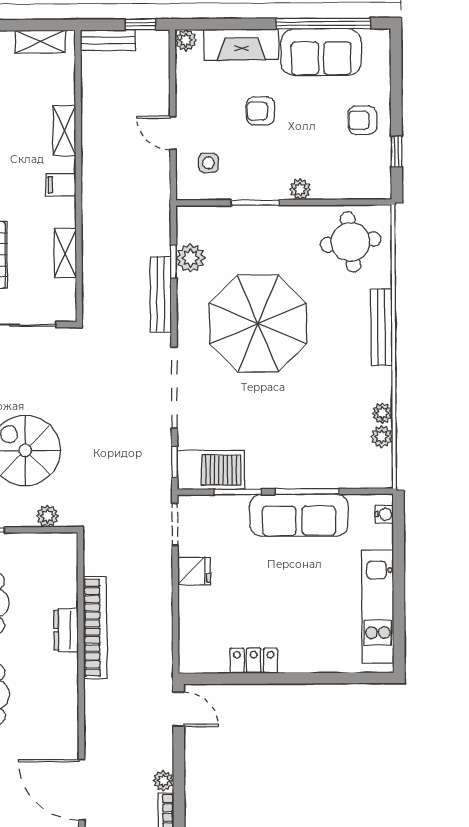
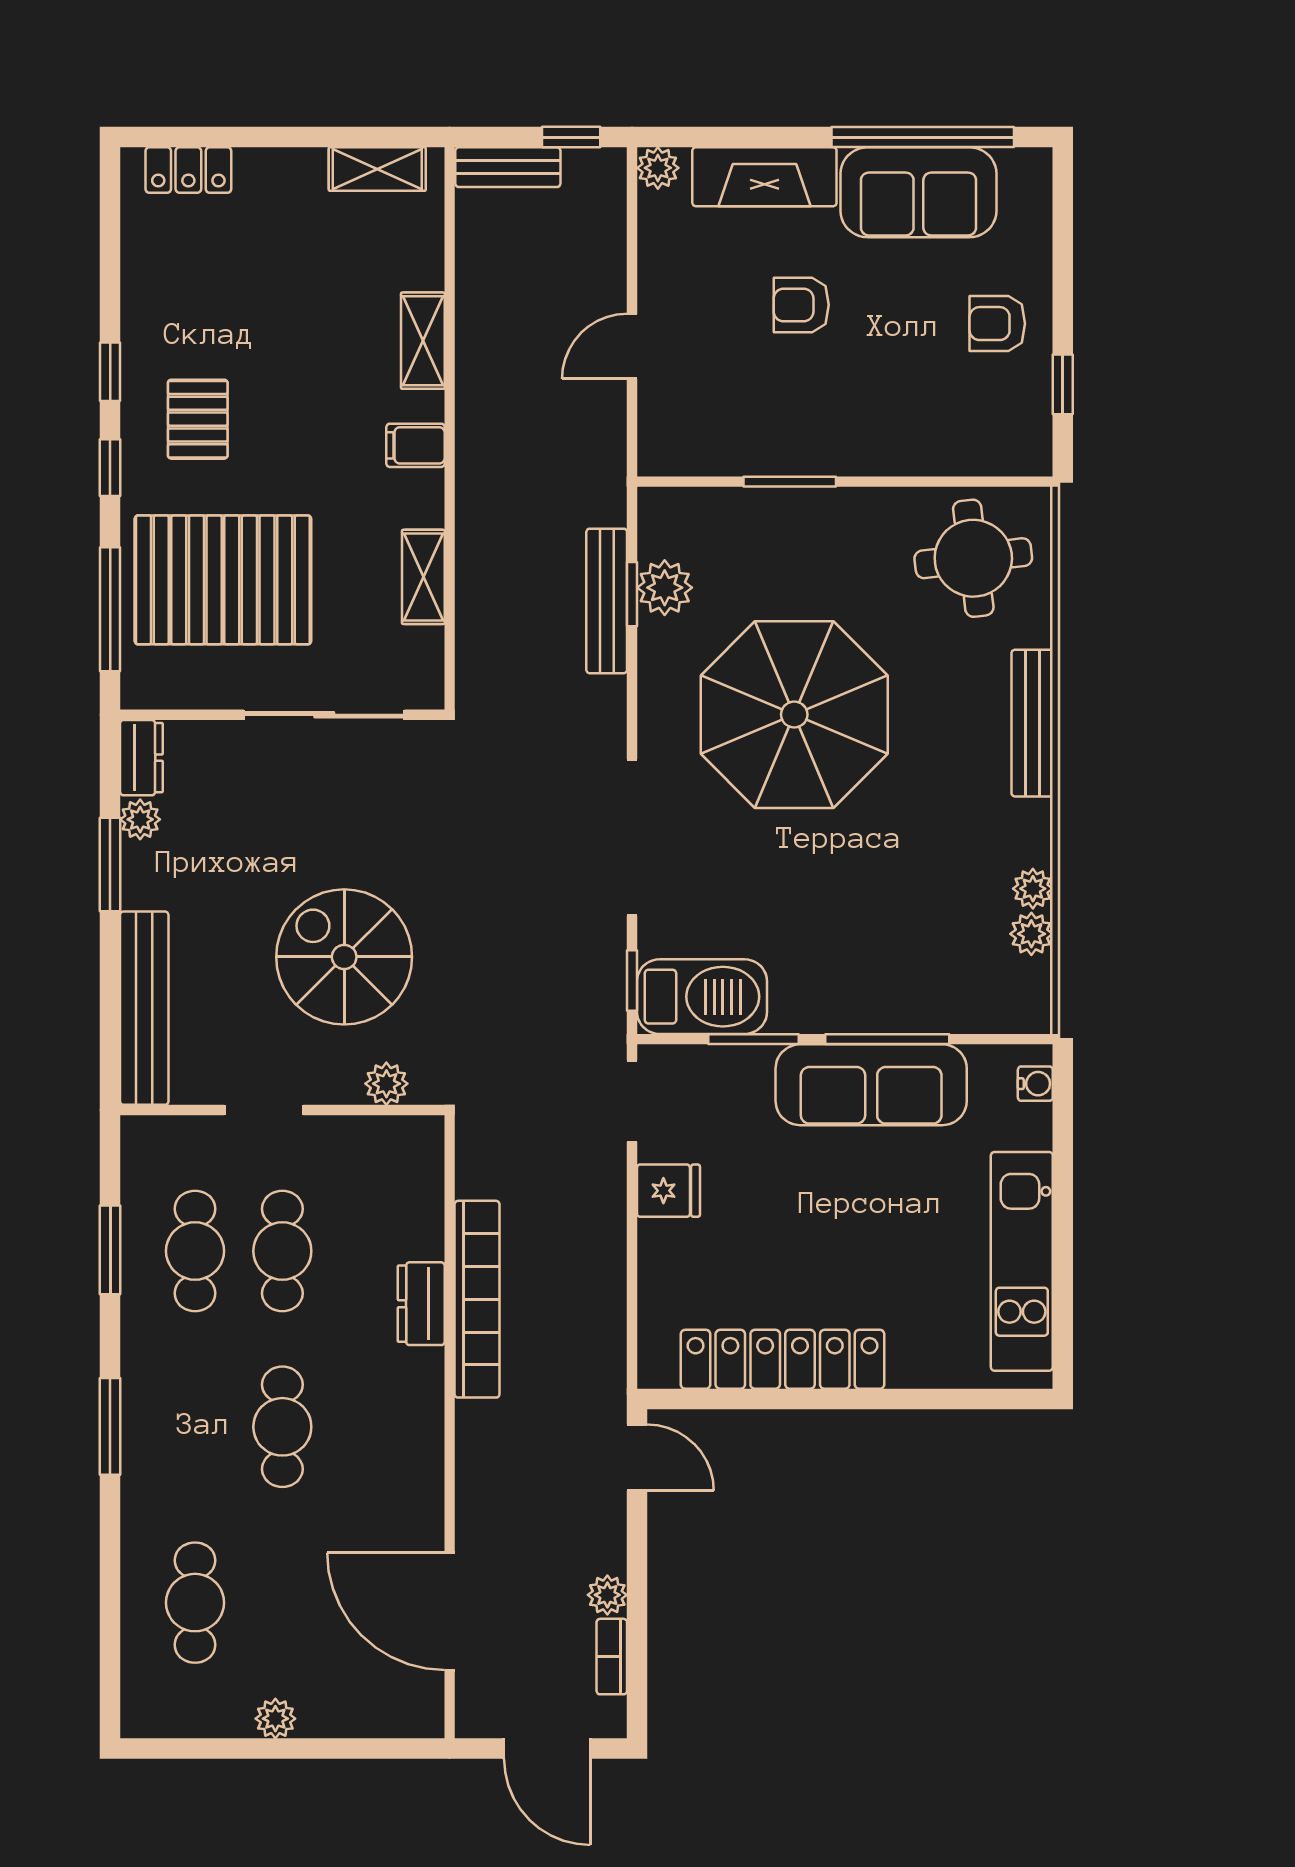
door: (173, 133) -> (632, 346), hinge flipped
side table: (208, 163) -> (700, 405), removed
plant: (300, 189) -> (877, 456), removed
bench: (161, 294) -> (607, 601), moved
locker: (254, 661) -> (783, 1359), width x2.16, depth x1.21

